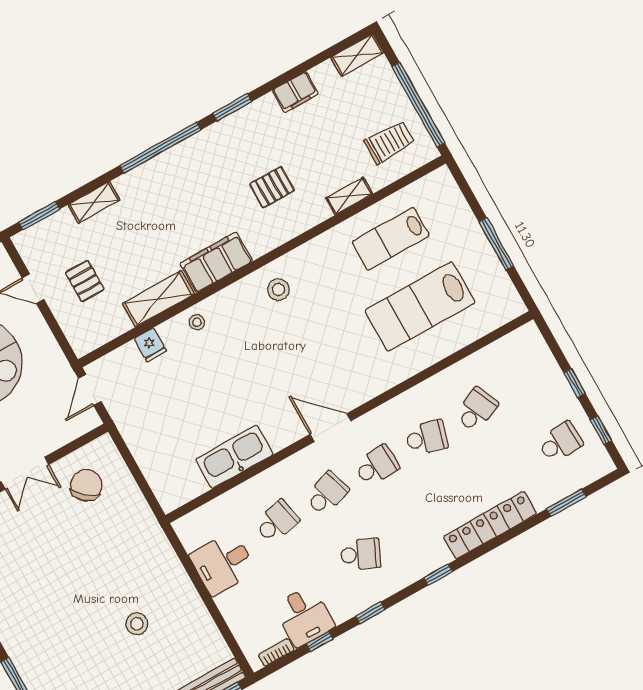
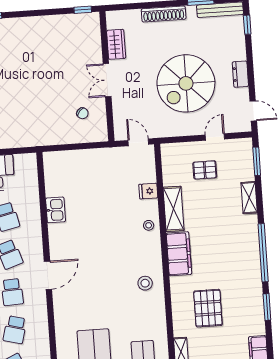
pallet: (272, 187) -> (208, 308), width x1.50, depth x1.42
kitchen sink: (234, 457) -> (56, 210), width x0.53, depth x0.81
chair: (86, 485) -> (82, 113), width x0.54, depth x0.54

